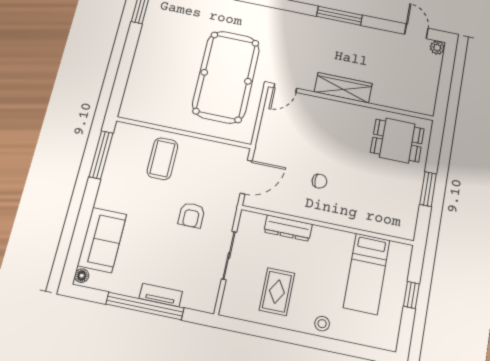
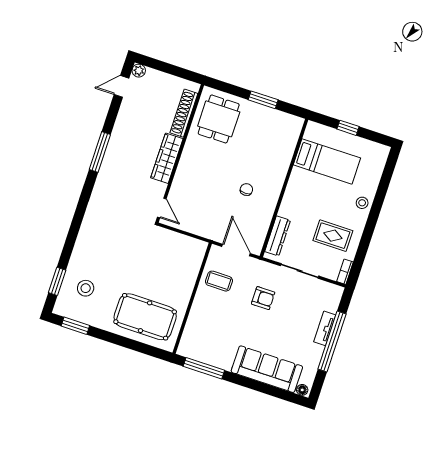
stool: (184, 16) -> (86, 288), added
pool table: (226, 77) -> (145, 317), moved, width x0.73, depth x0.76
shoe rack: (398, 101) -> (184, 113), added
coffee table: (162, 159) -> (219, 281), moved, width x0.73, depth x0.77
dresser: (288, 228) -> (278, 236), moved
sofa: (102, 240) -> (267, 369), width x1.36
bookcase: (234, 312) -> (345, 272), added

